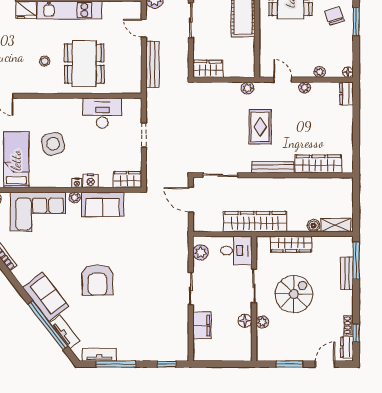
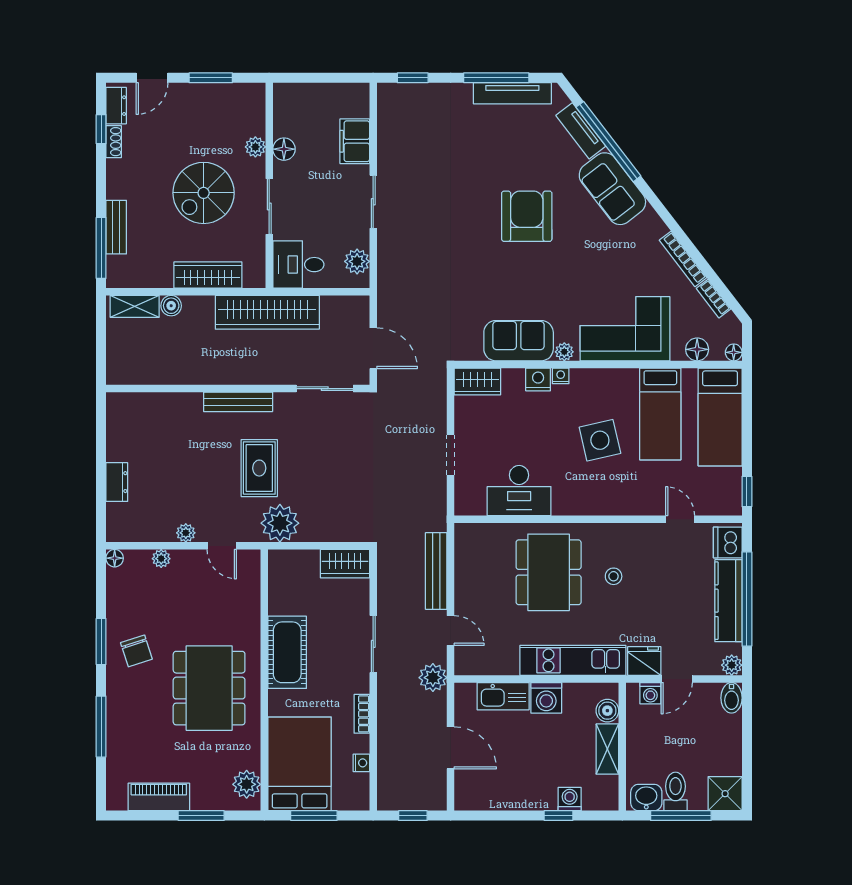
plant: (247, 88) -> (280, 523), width x1.88, depth x1.88
dresser: (347, 94) -> (117, 482), moved
wardrobe: (318, 164) -> (163, 407), removed
tv unit: (99, 355) -> (512, 93), width x1.41

